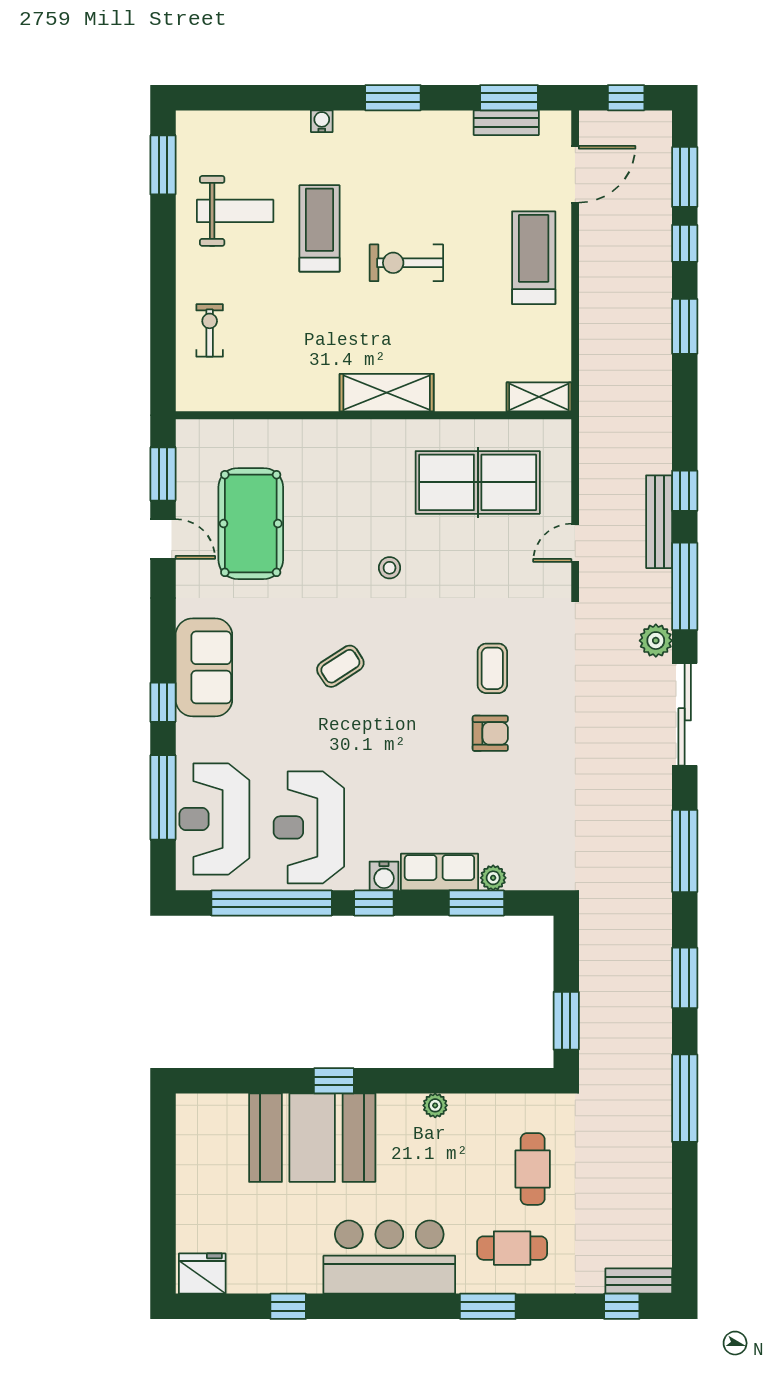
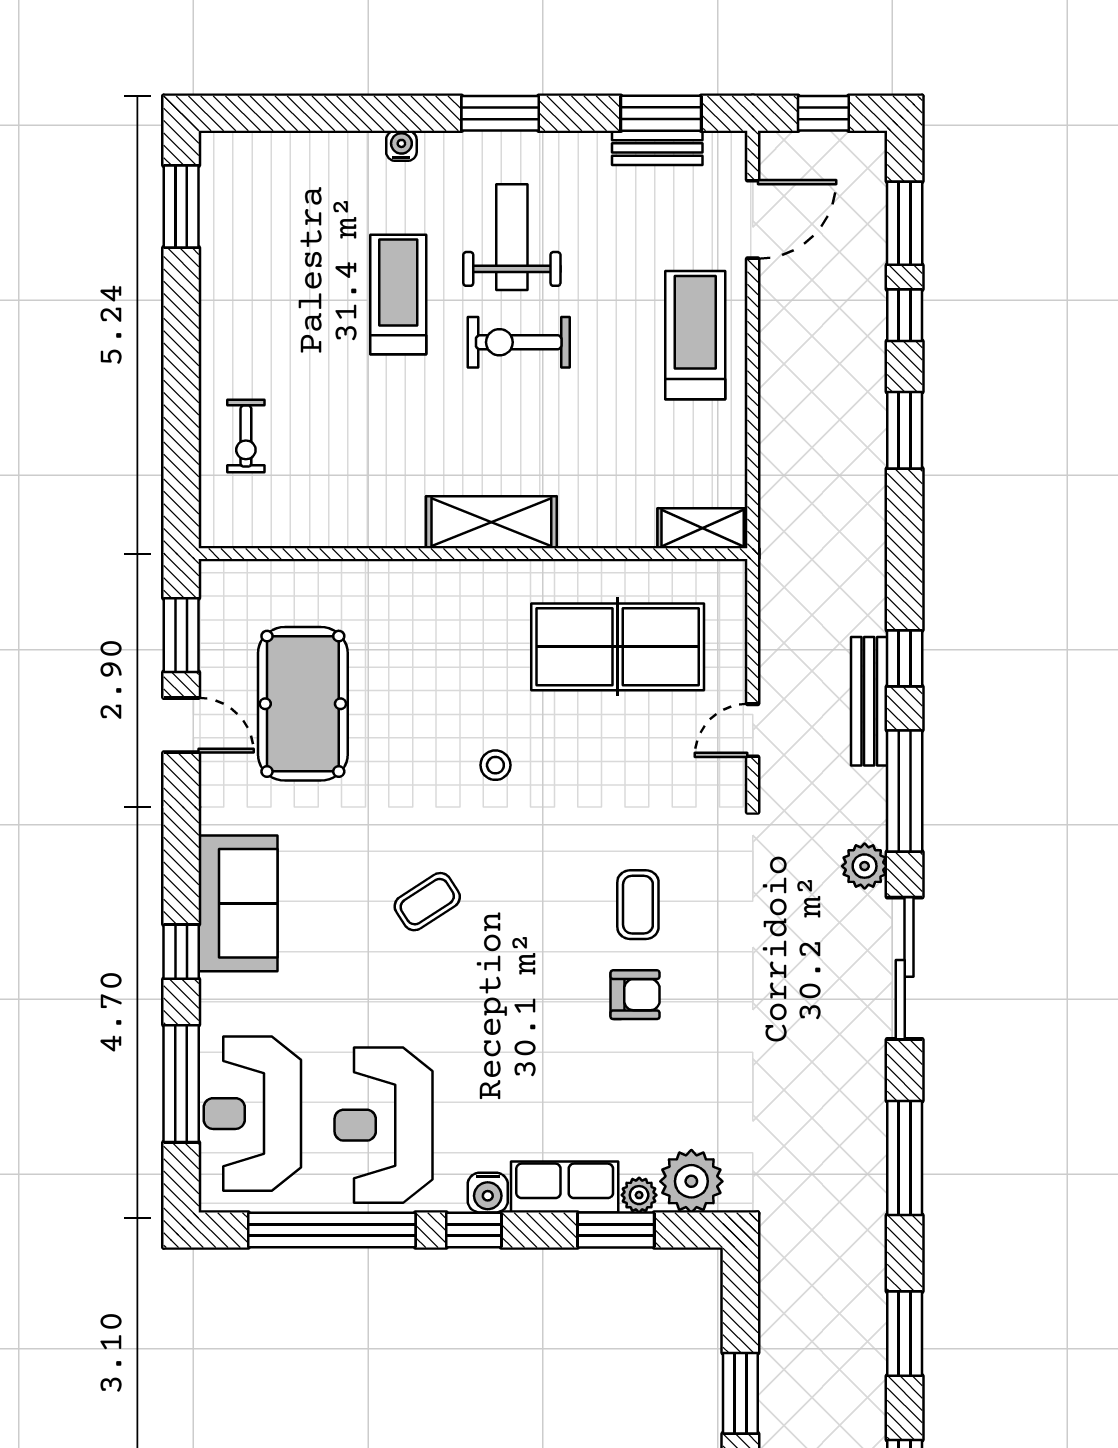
weight bench: (235, 211) -> (512, 237), moved, turned -90
exercise bike: (210, 330) -> (246, 436), turned 180
plant: (531, 868) -> (691, 1181), added

